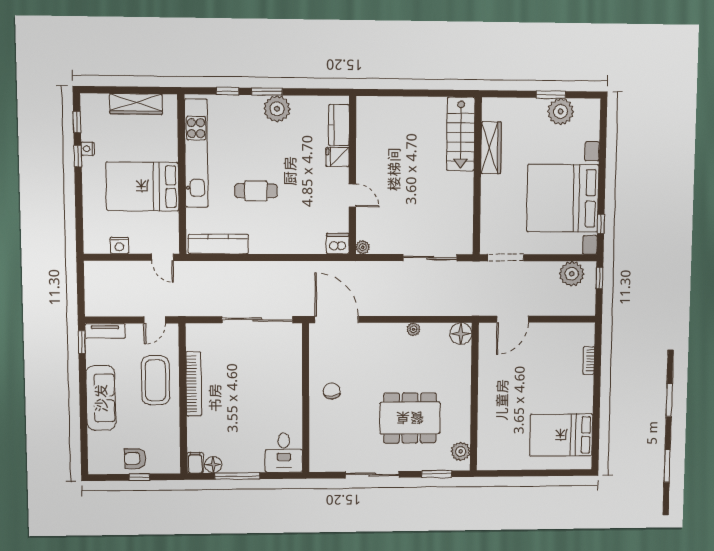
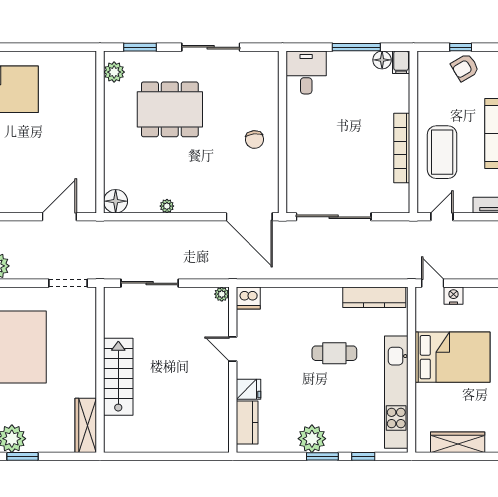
stairs: (461, 134) -> (118, 377), moved
wardrobe: (491, 148) -> (86, 425), moved
nightstand: (119, 245) -> (454, 296), moved
armchair: (135, 459) -> (465, 67), turned 149

